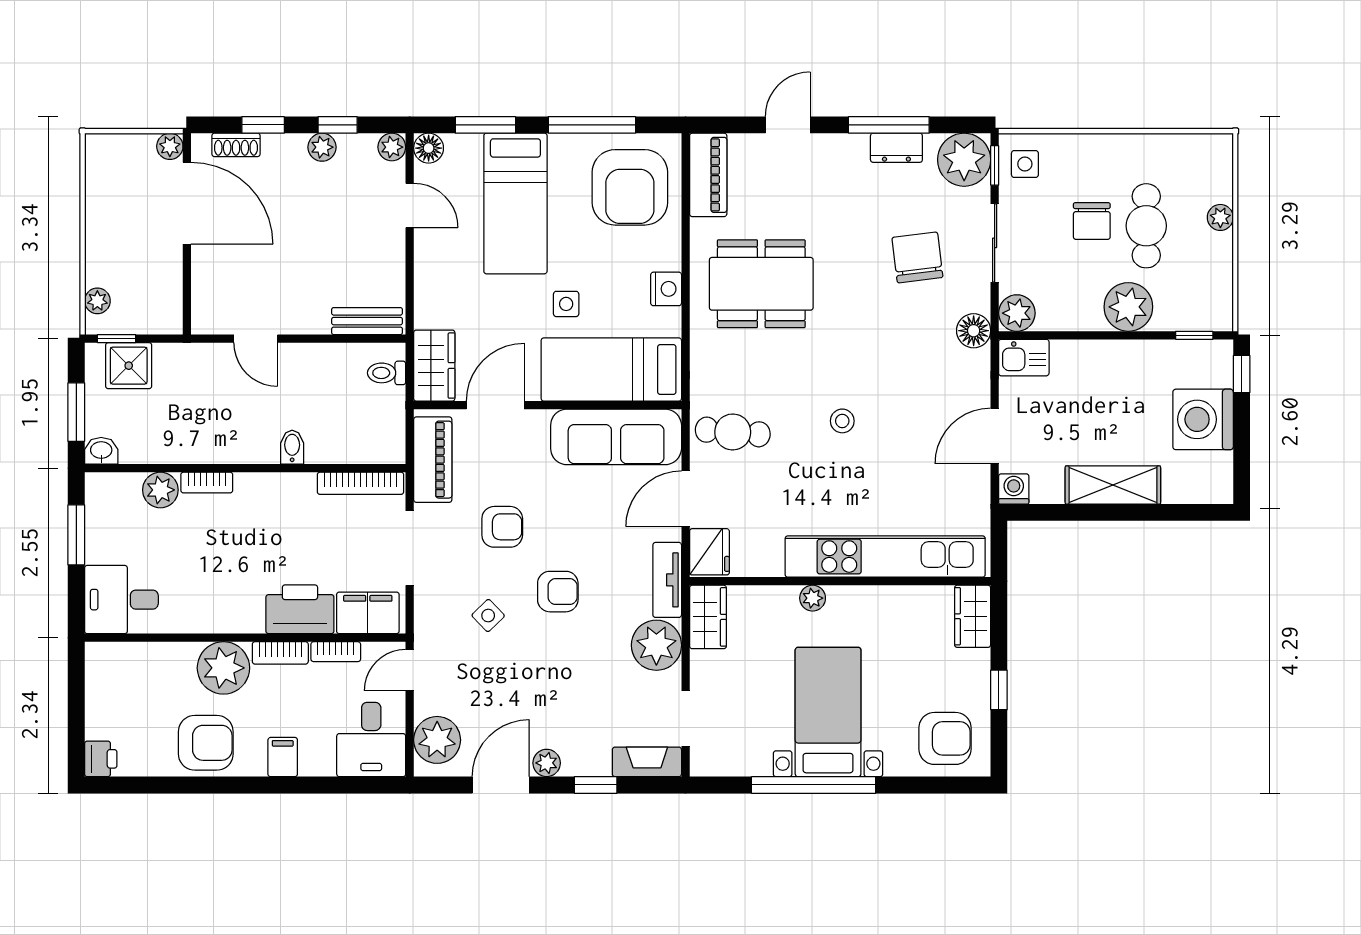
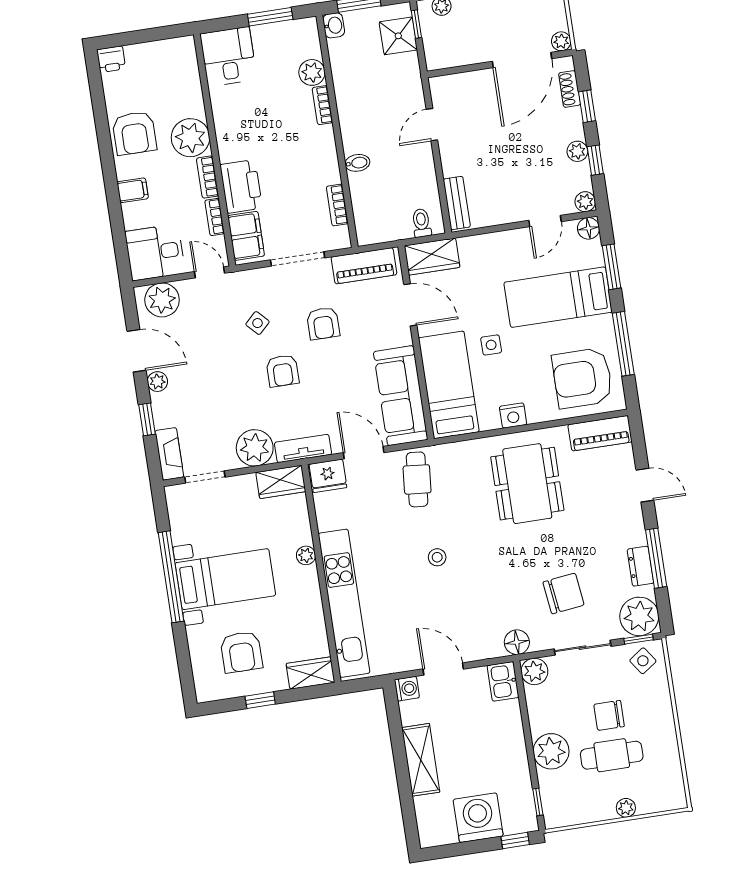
side table: (1025, 164) -> (643, 661), turned -35
bookcase: (361, 483) -> (337, 205), width x0.64
armchair: (945, 738) -> (241, 652), moved

